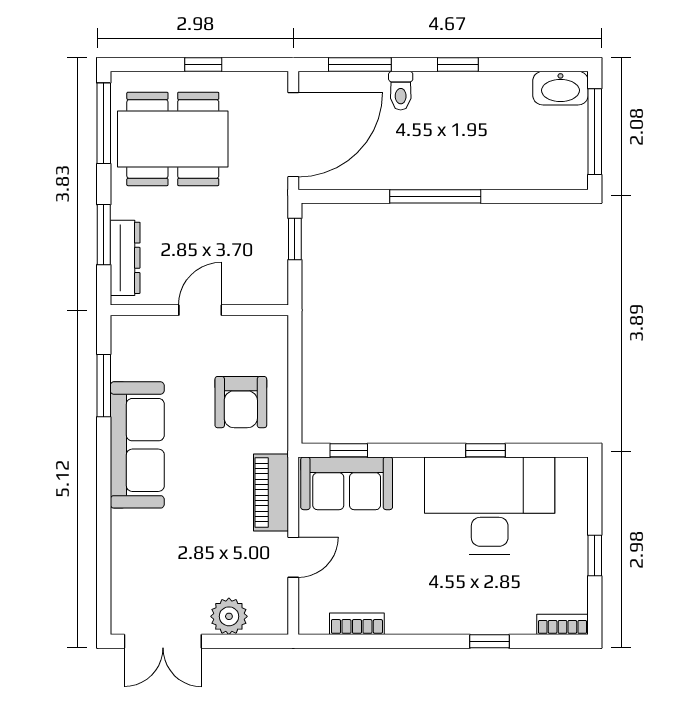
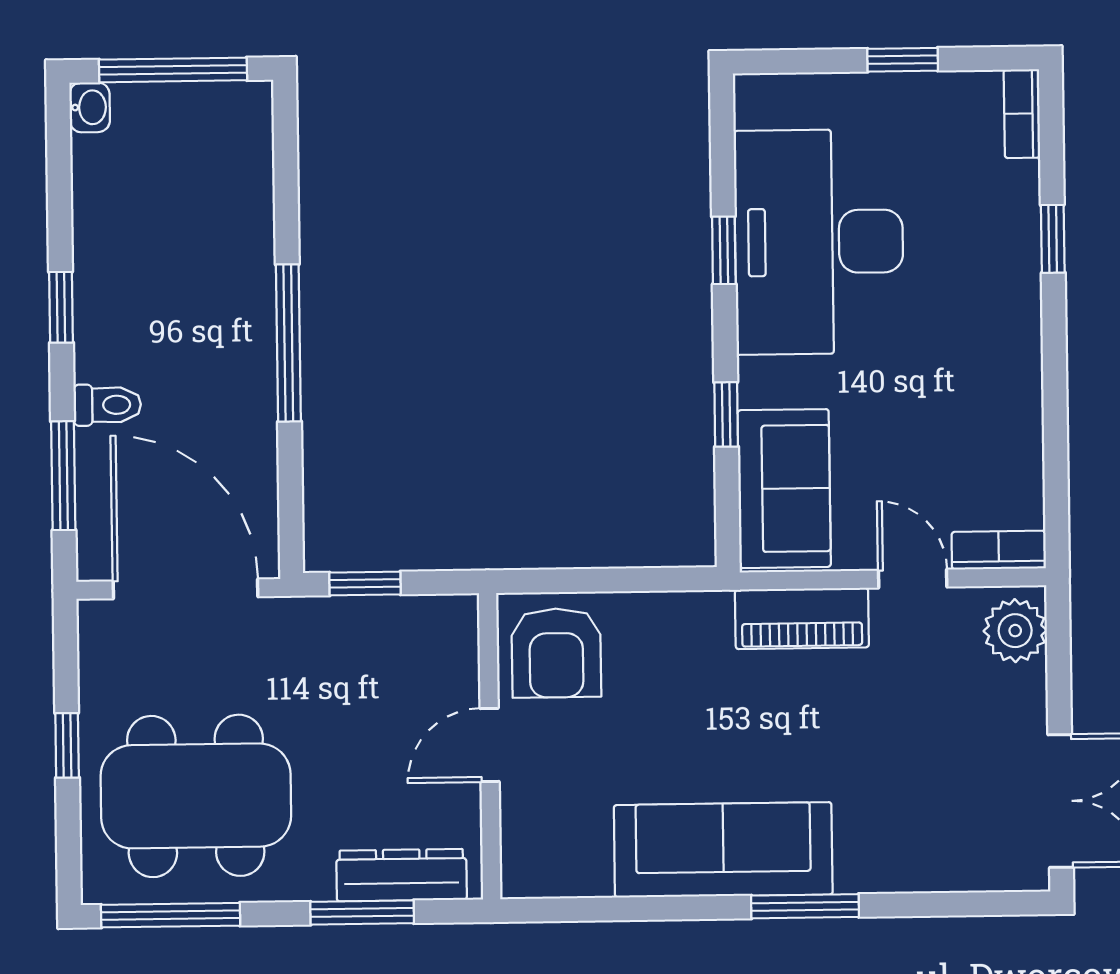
washbasin: (560, 88) -> (90, 107), width x0.52, depth x0.69
dining table: (173, 139) -> (196, 796), turned 90
door: (200, 310) -> (490, 745), hinge flipped
window: (104, 386) -> (805, 906), moved
armchair: (241, 402) -> (556, 653), moved, turned 90
window: (349, 450) -> (726, 414), moved
plant: (229, 616) -> (1015, 631), moved
bookcase: (357, 624) -> (999, 550), moved, turned 90

